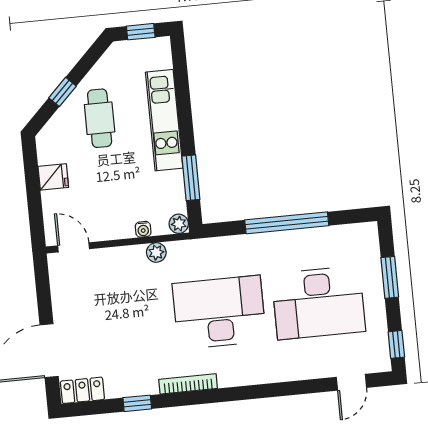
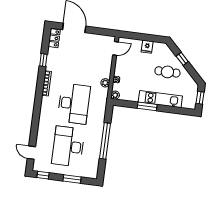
window: (191, 178) -> (147, 106), moved

